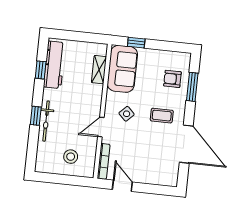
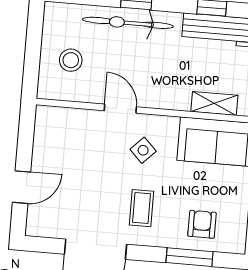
bicycle: (46, 121) -> (128, 23), width x1.37, depth x1.40
bookcase: (104, 161) -> (64, 114), removed
door: (122, 186) -> (22, 187), moved

